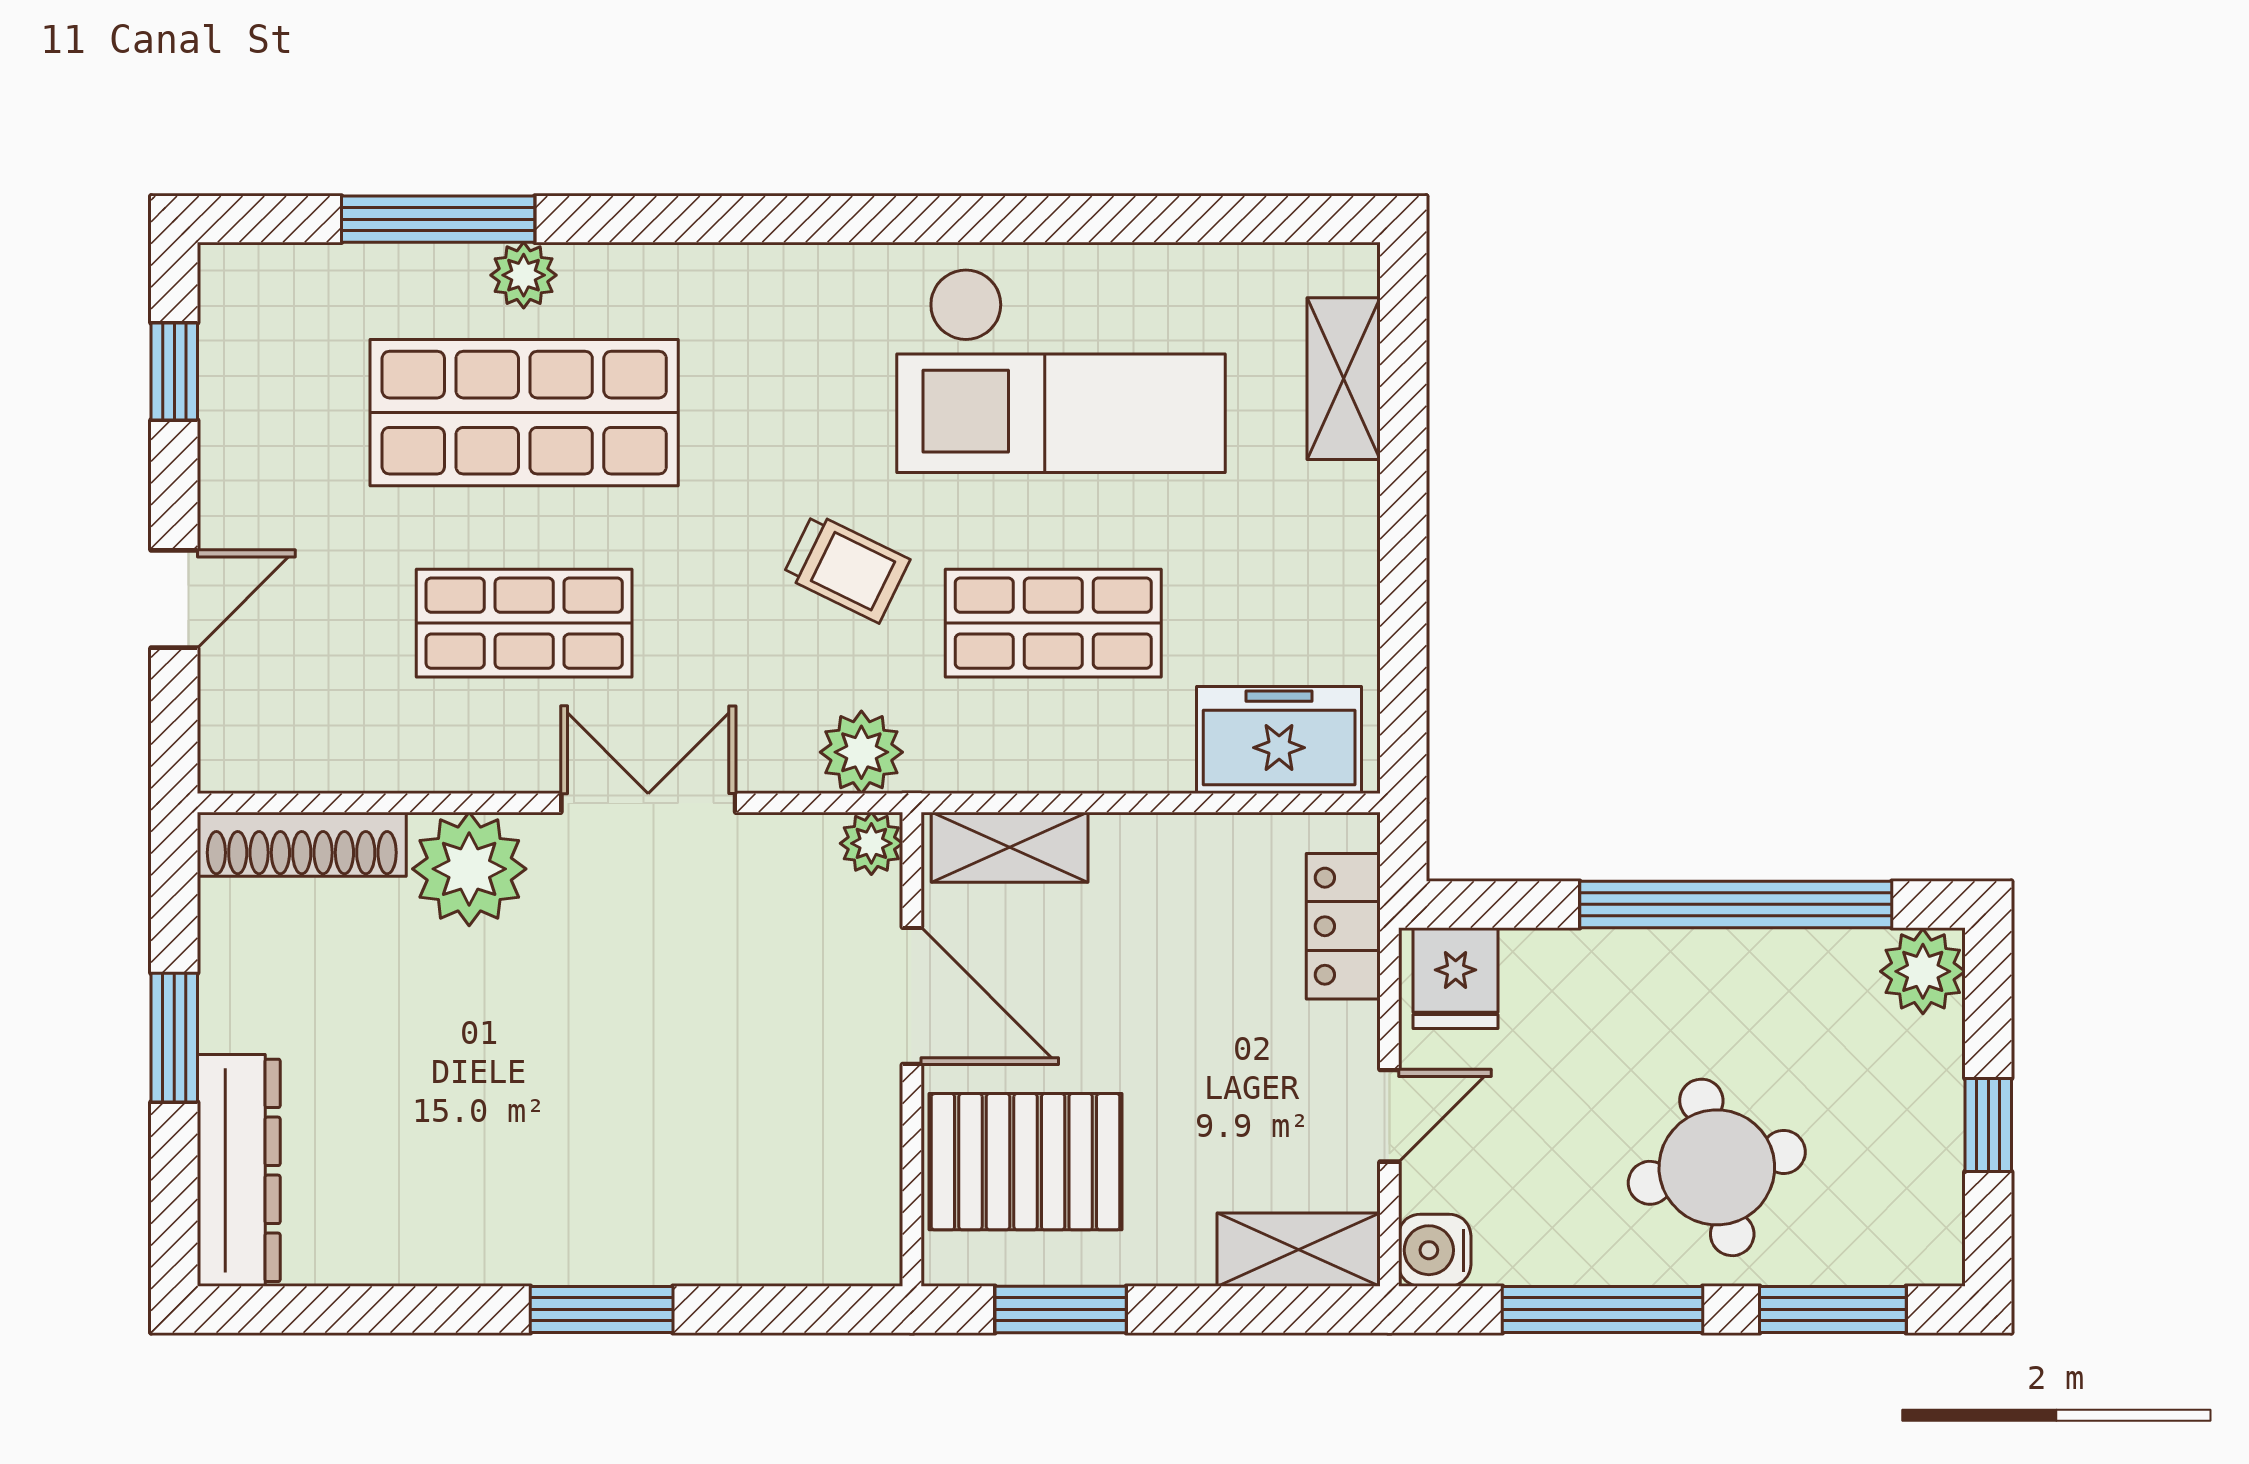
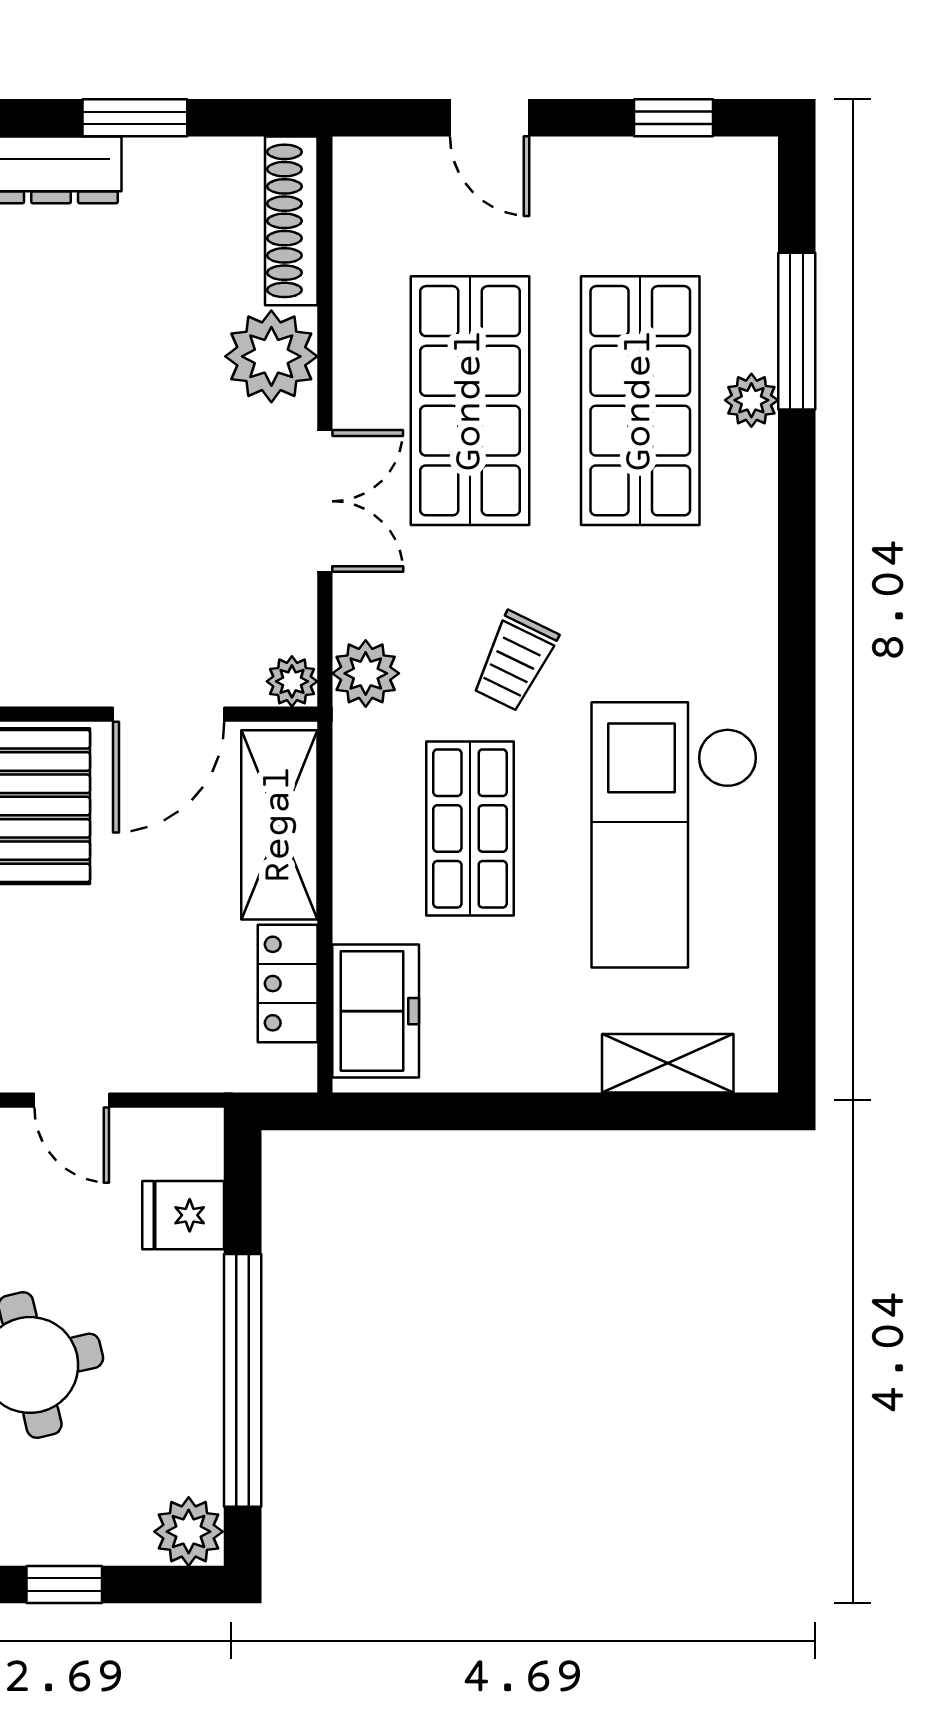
shop shelf: (524, 623) -> (470, 401), width x1.43, depth x1.36
shelving: (1010, 847) -> (279, 825), width x1.50, depth x1.33
locker: (1343, 926) -> (288, 984), moved, turned -90
fridge: (1456, 978) -> (183, 1215), moved

